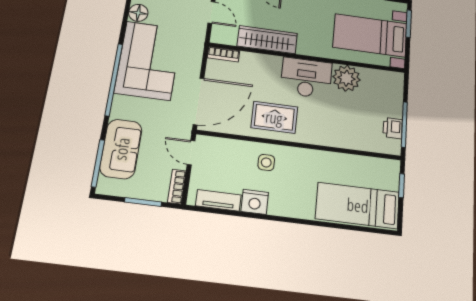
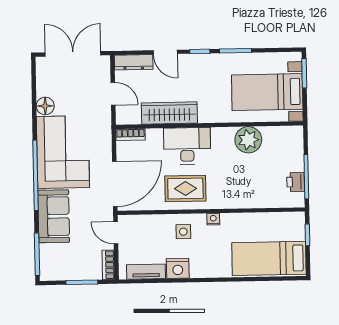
desk: (306, 78) -> (187, 146), moved
sofa: (121, 149) -> (54, 216), moved
nightstand: (301, 154) -> (213, 219), added

